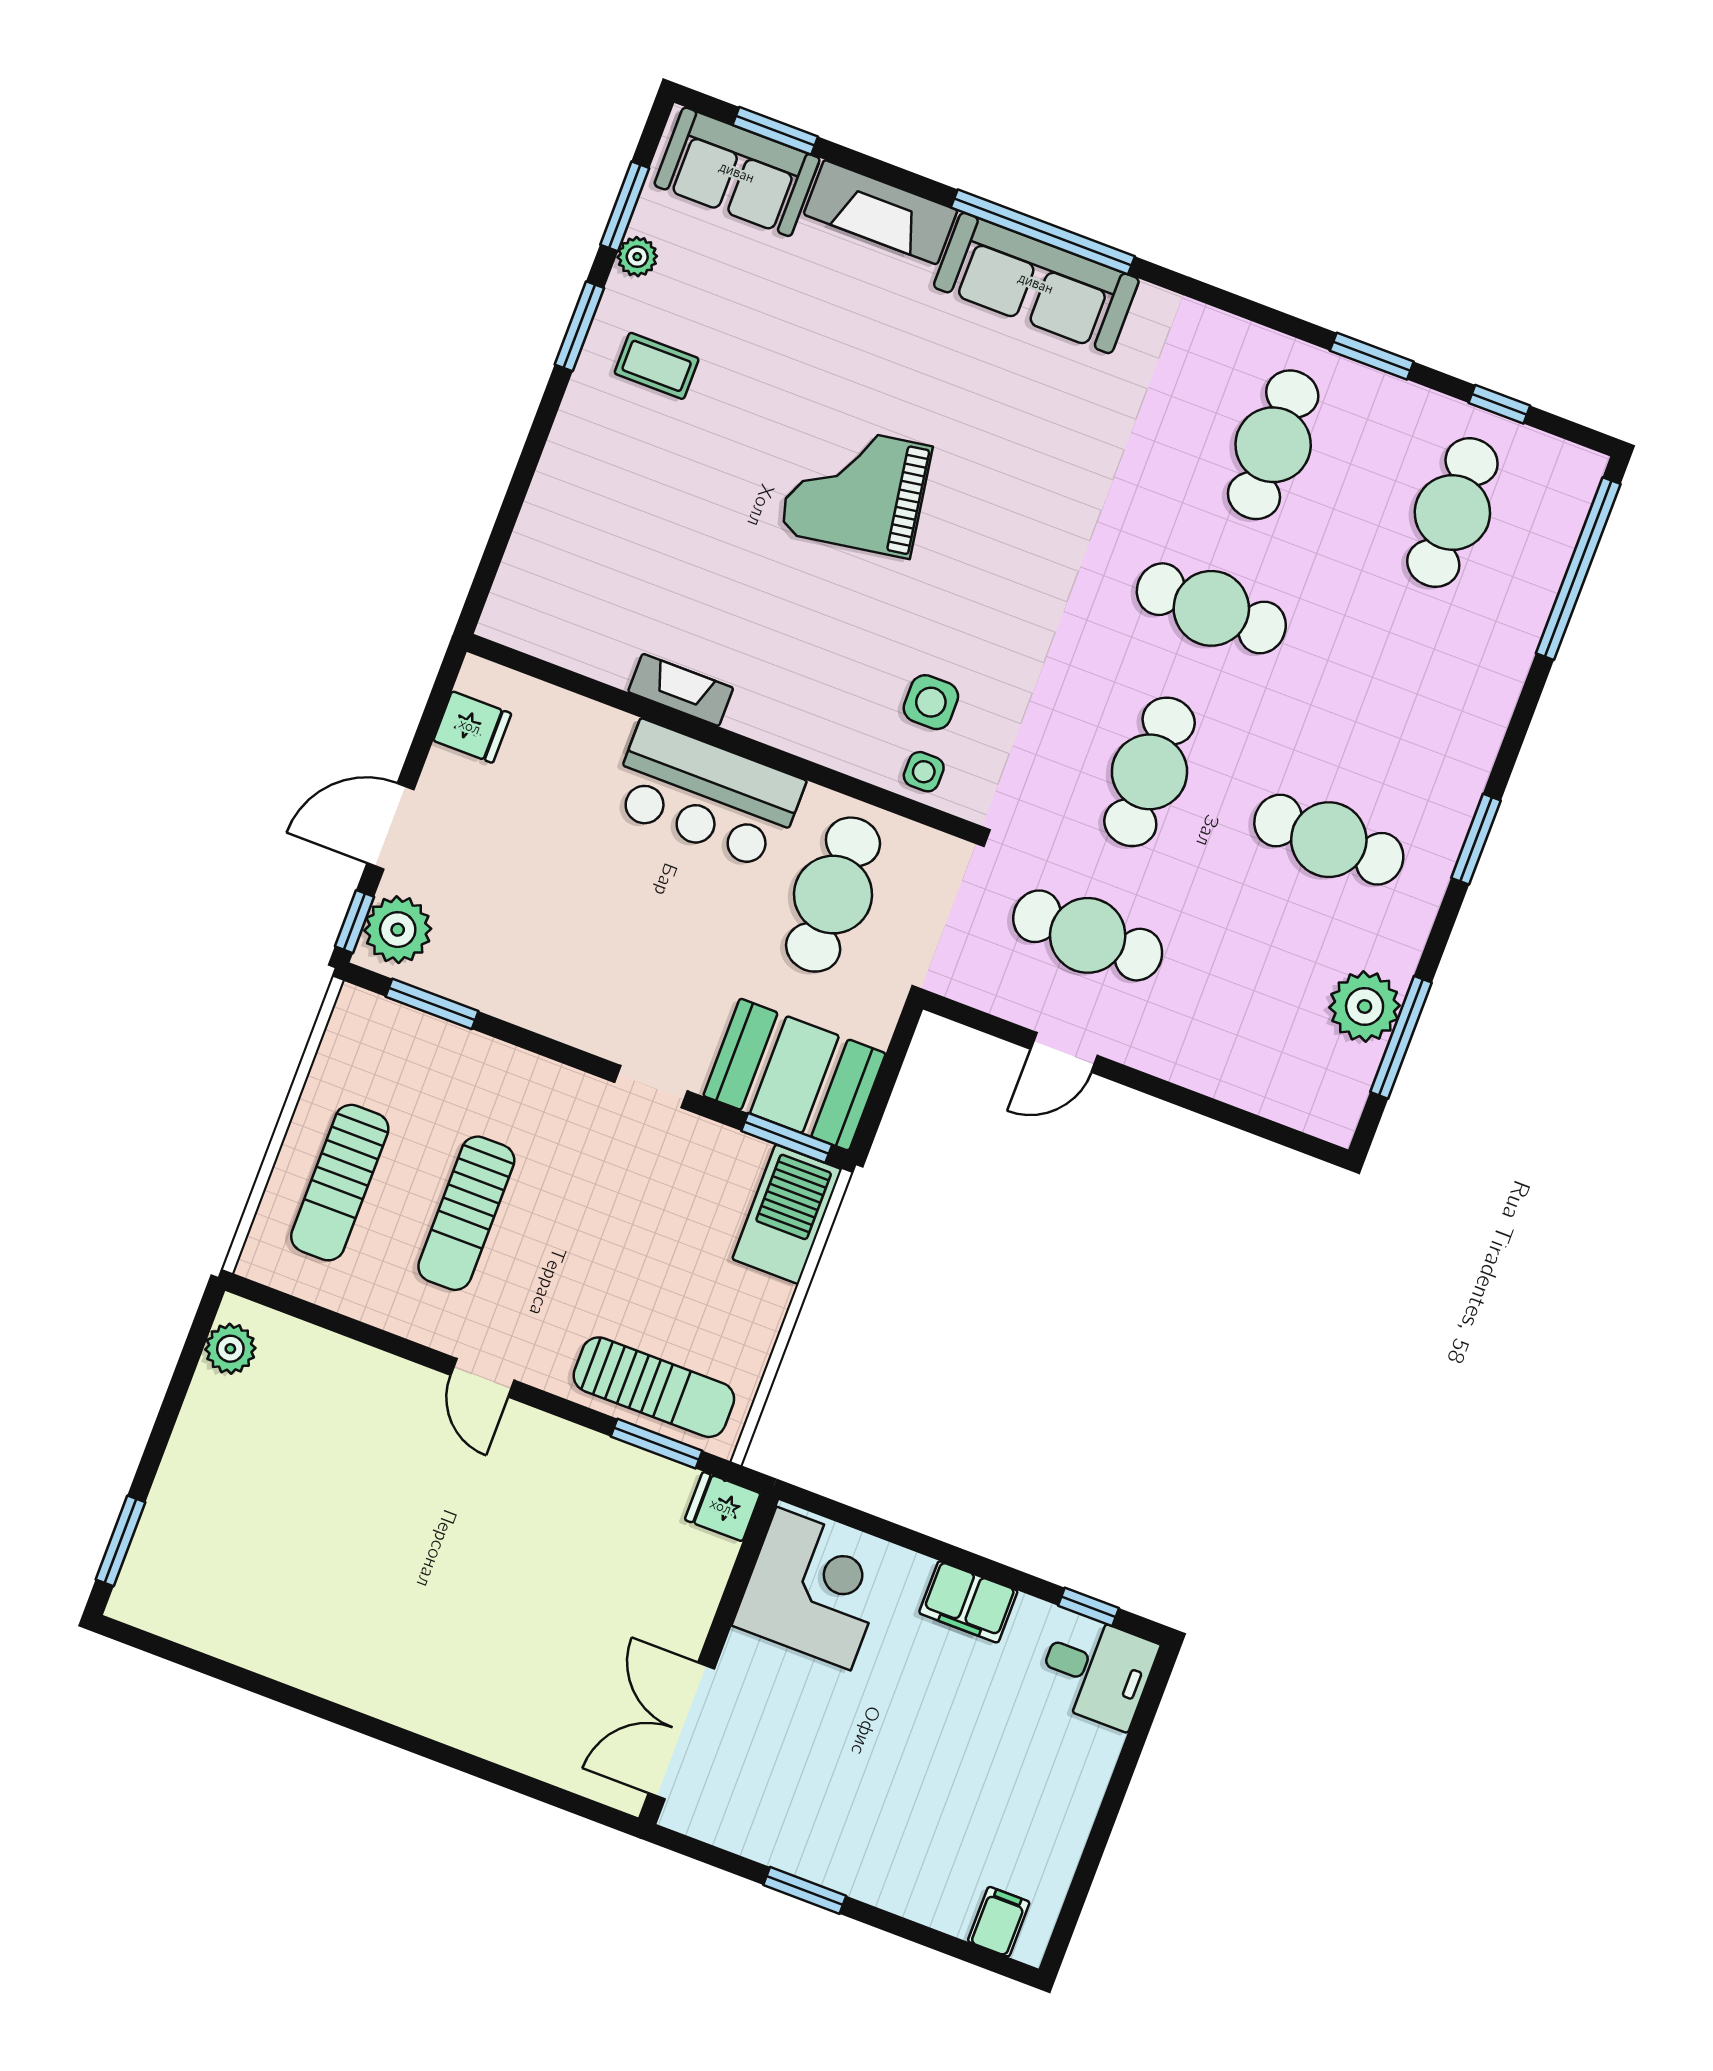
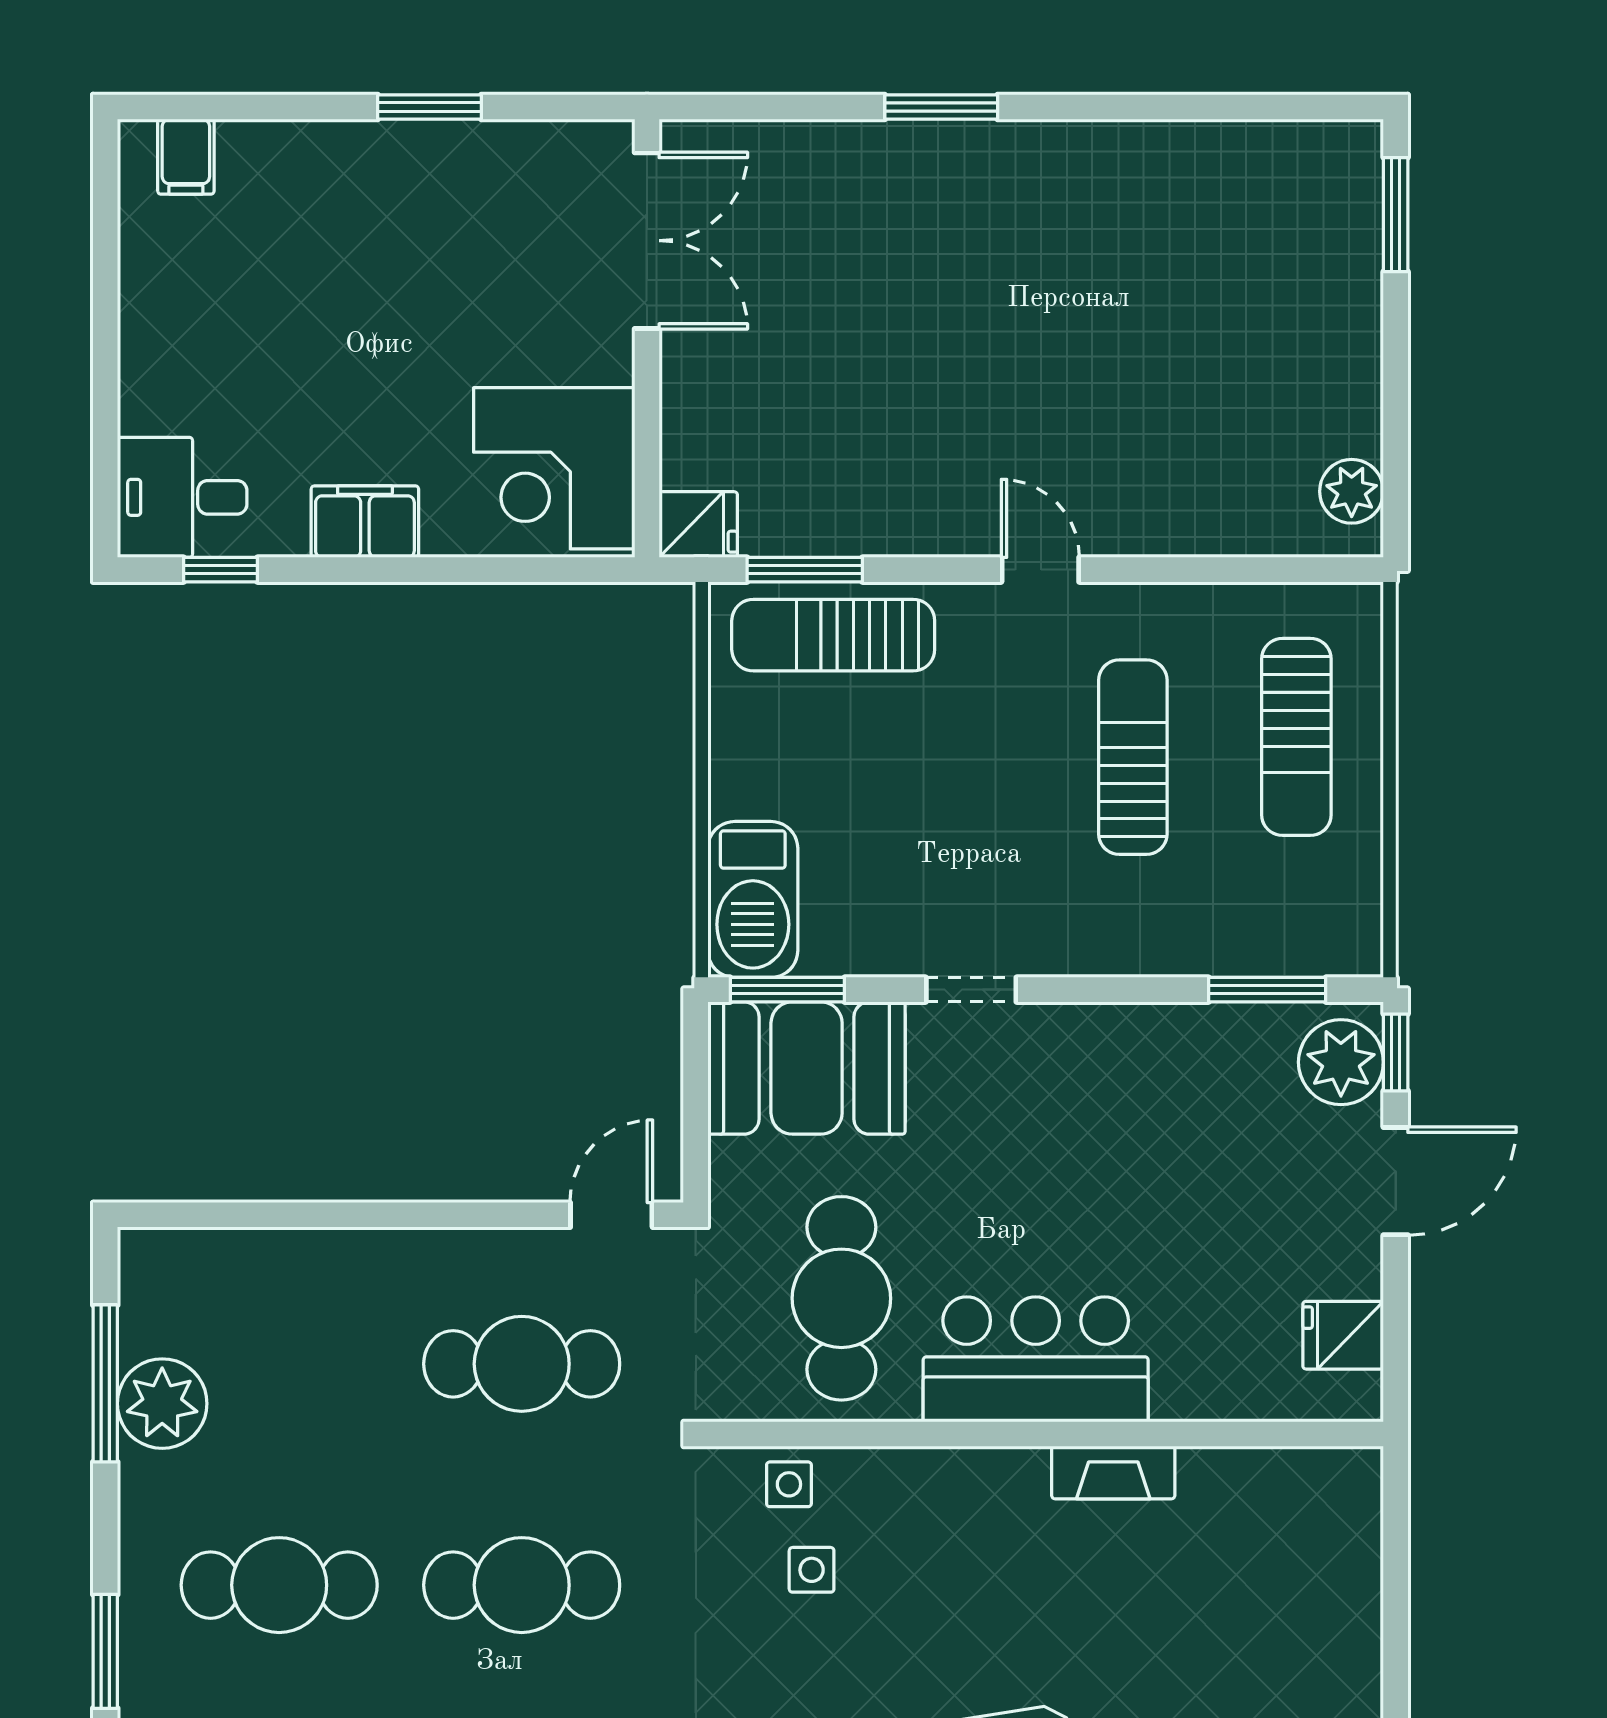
side table: (931, 702) -> (812, 1570), width x0.73, depth x0.73
cafe table: (1149, 772) -> (522, 1585), turned 90
door: (1064, 1052) -> (611, 1215), moved
sun lounger: (340, 1183) -> (1296, 737), turned 180
window: (426, 1747) -> (941, 107), added

